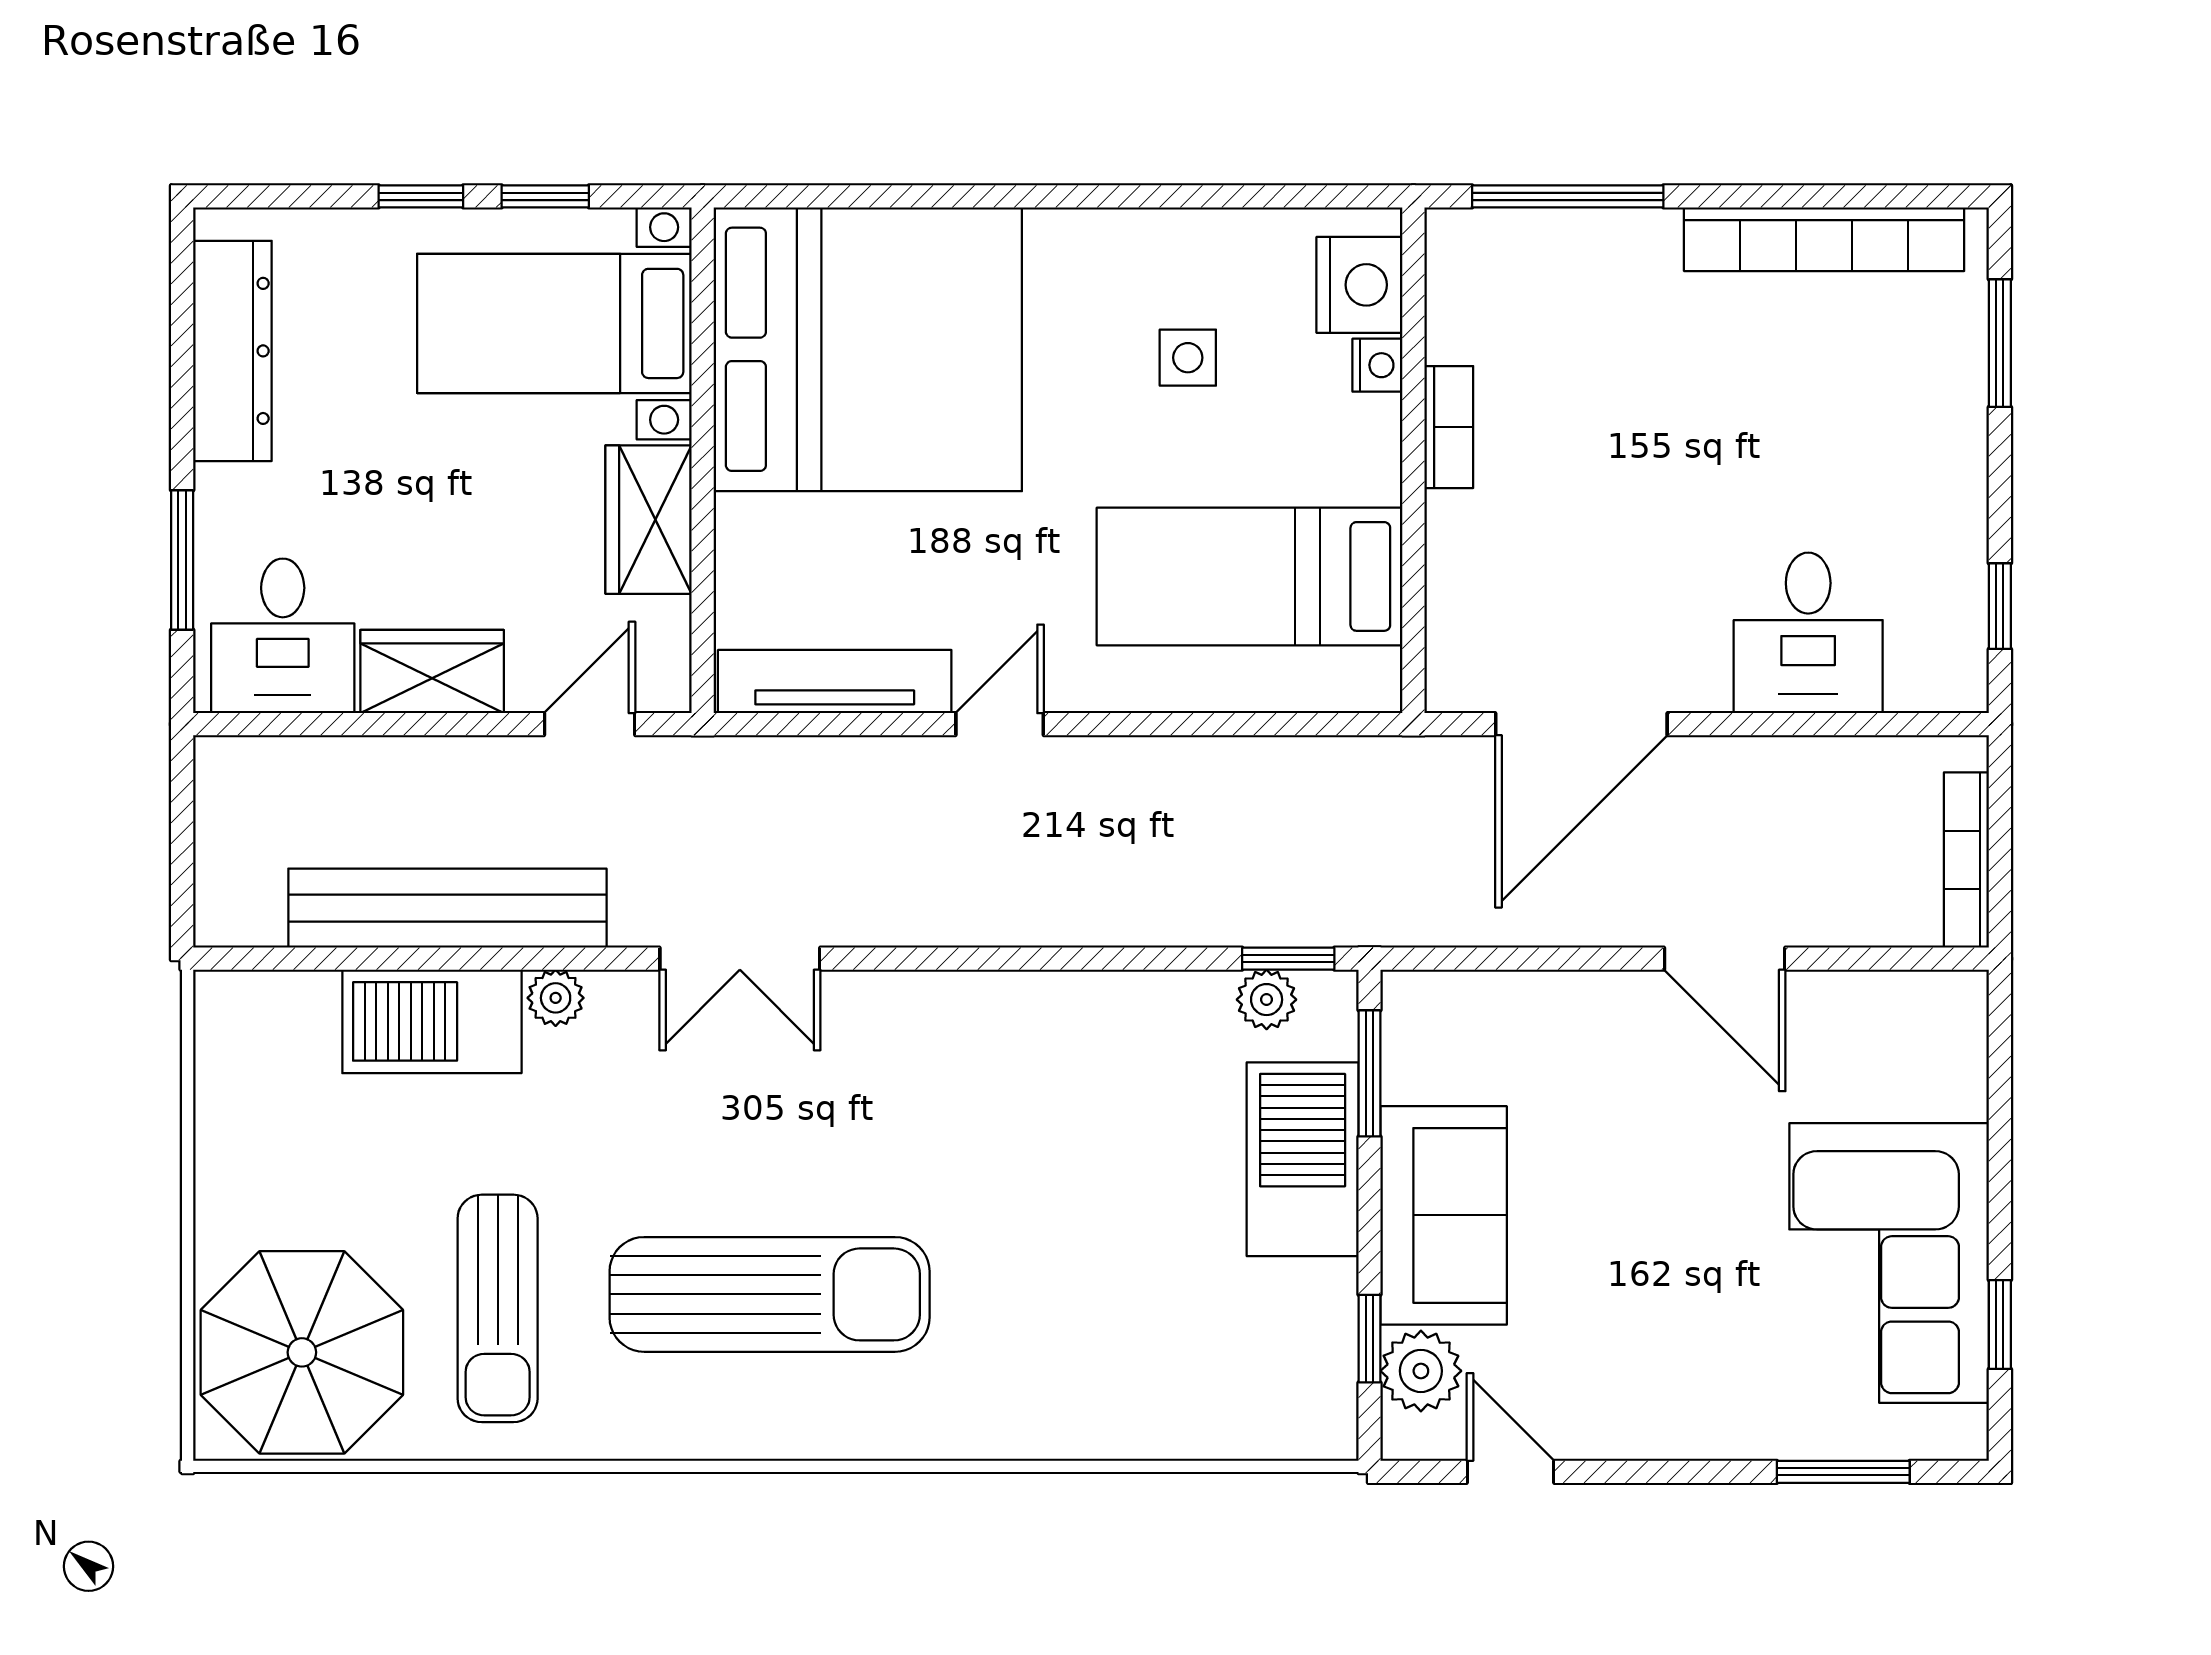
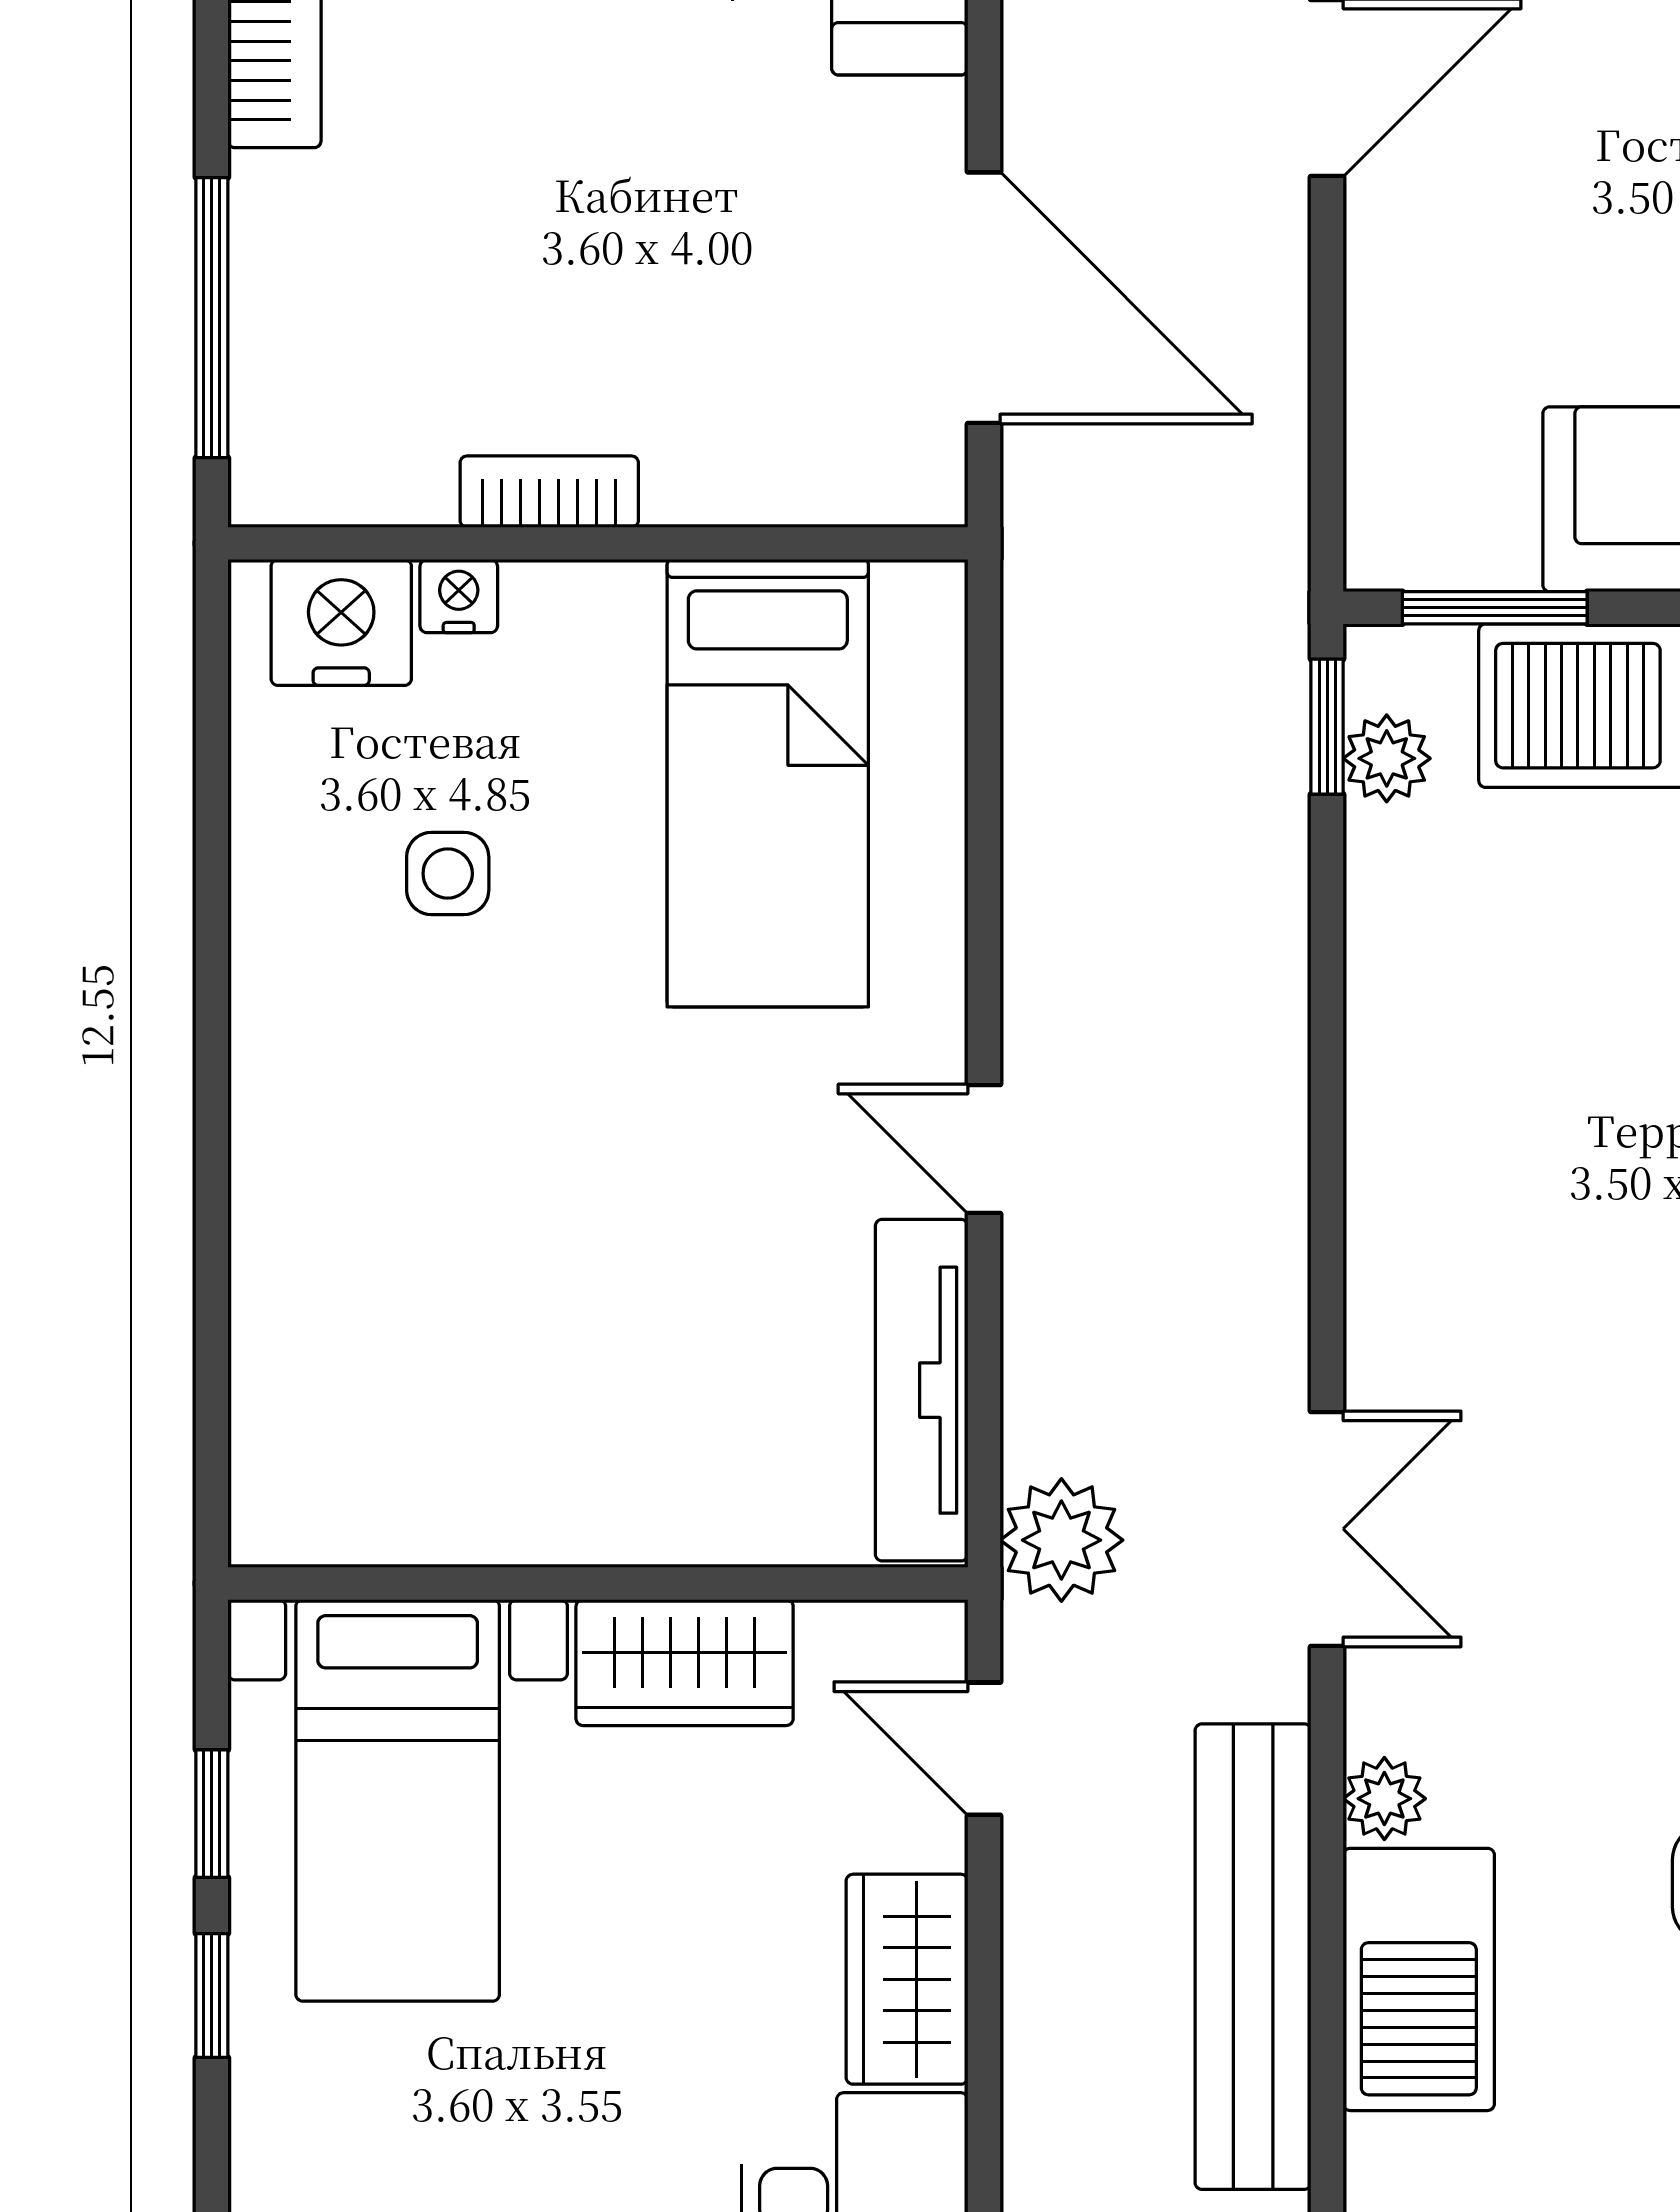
bed: (868, 349) -> (436, 1342), removed
plant: (732, 777) -> (1061, 1540), added

